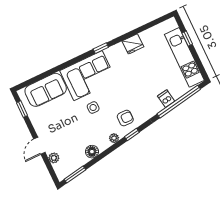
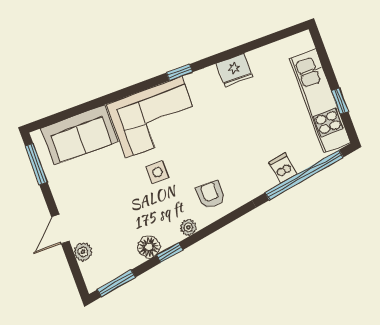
window: (187, 39) -> (340, 101), moved
window: (22, 109) -> (36, 164), width x1.50
armchair: (125, 118) -> (211, 195), turned -90
window: (132, 135) -> (170, 253), moved

